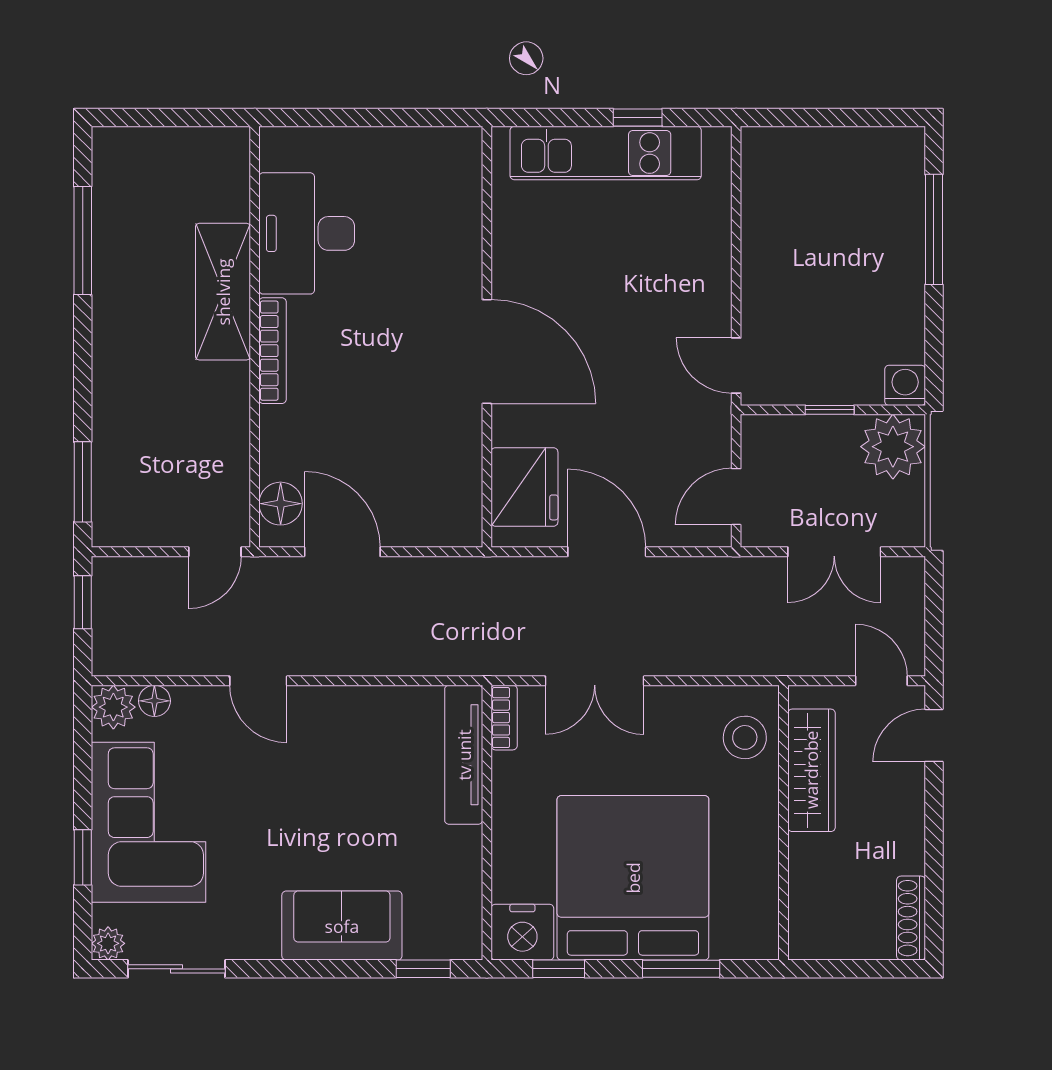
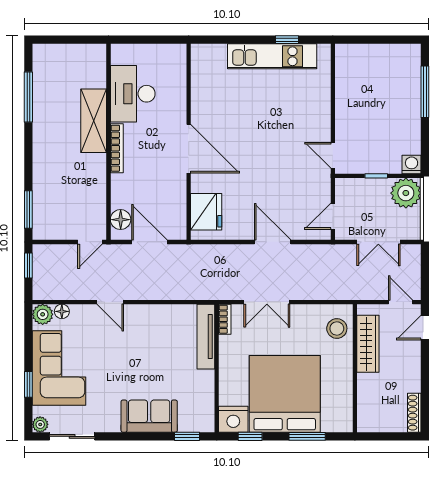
wall: (487, 337) -> (189, 142), moved
door: (487, 351) -> (189, 149), moved
fridge: (524, 487) -> (206, 212), moved

